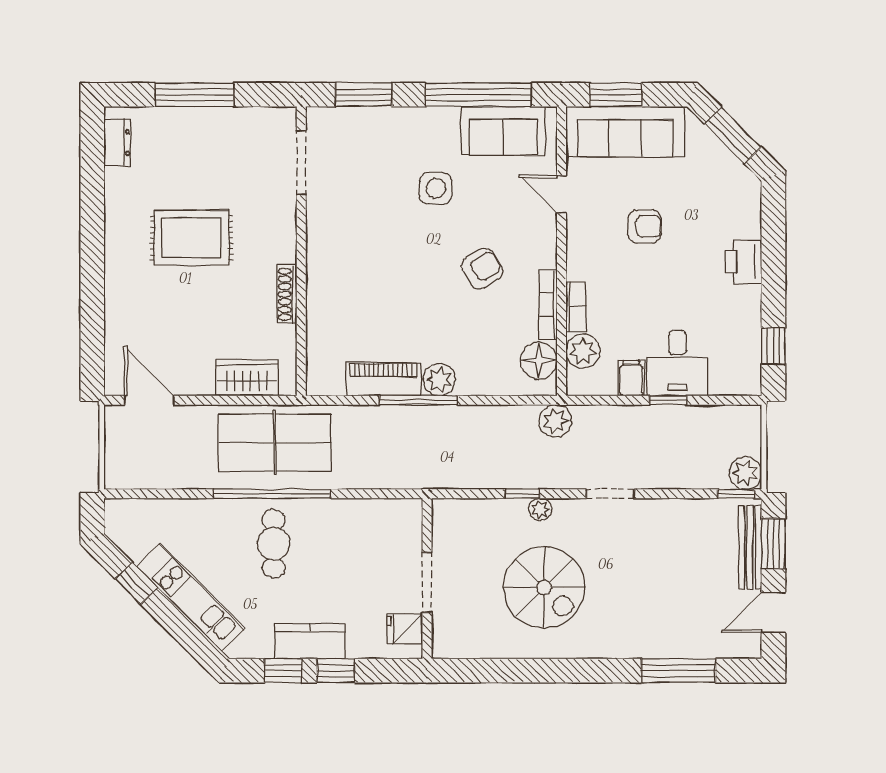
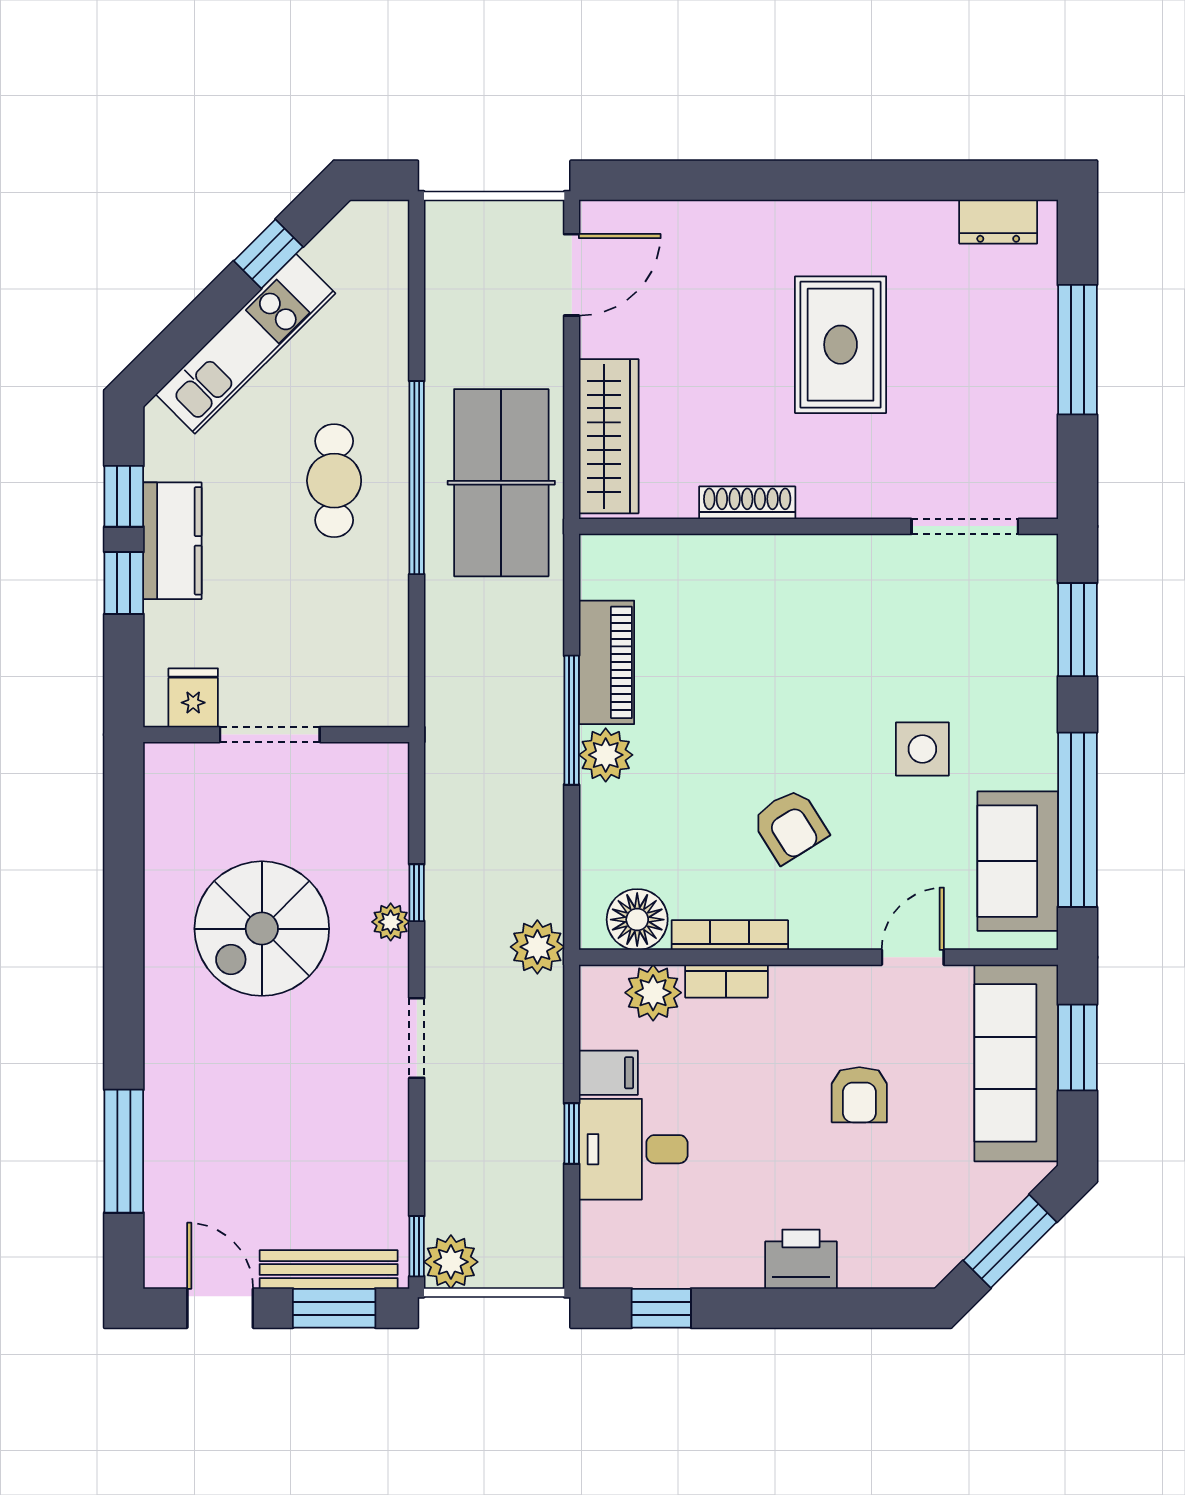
wardrobe: (247, 378) -> (609, 436), width x1.50
cafe table: (274, 544) -> (334, 481), turned 90

